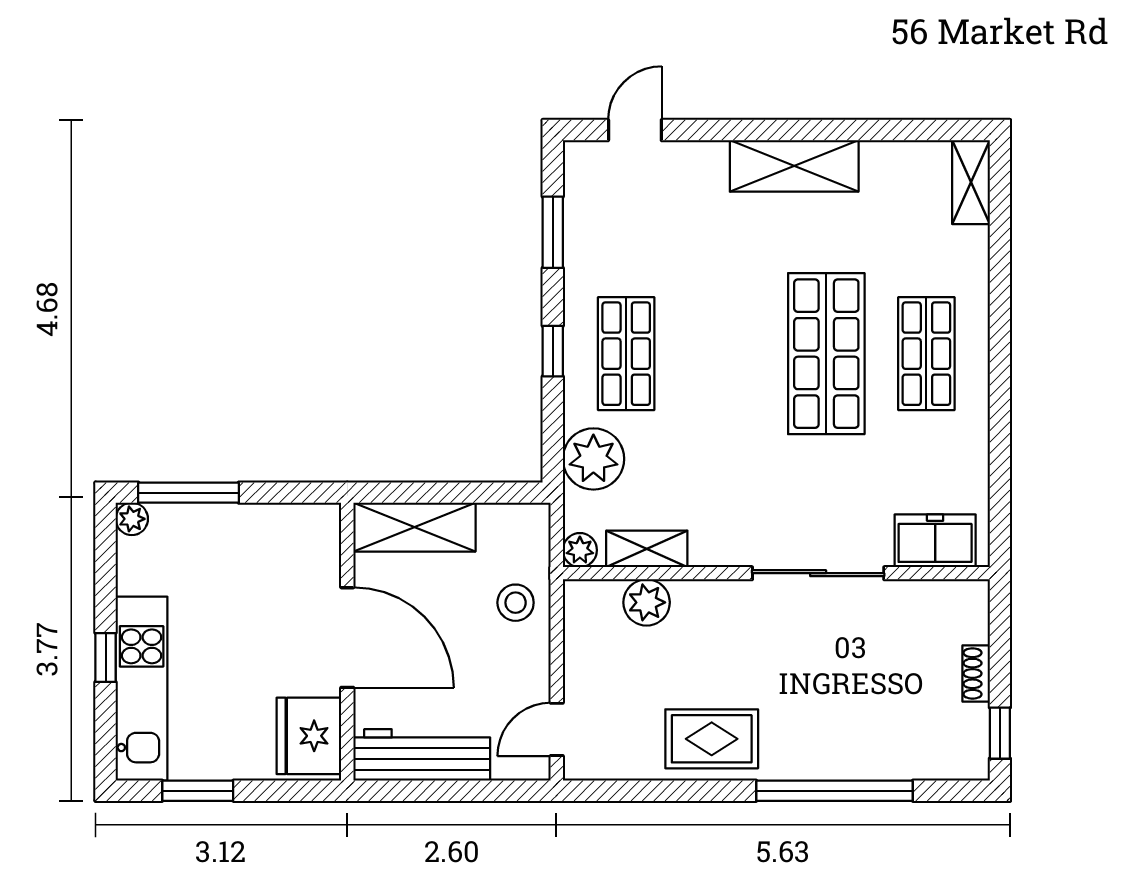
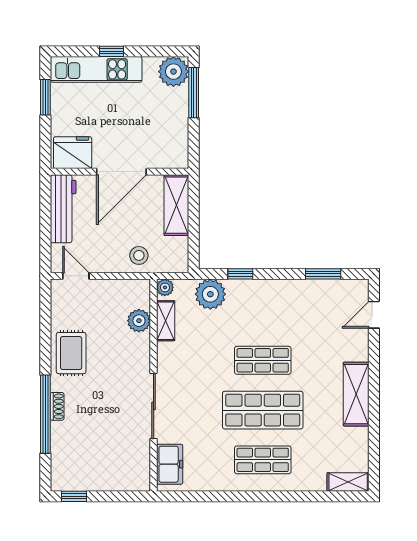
door: (635, 130) -> (374, 315), swing flipped
window: (553, 351) -> (240, 274), moved
shop shelf: (626, 354) -> (263, 360), moved
plant: (132, 519) -> (173, 72), width x1.88, depth x1.88
shoe rack: (976, 673) -> (57, 406), moved, turned 90

